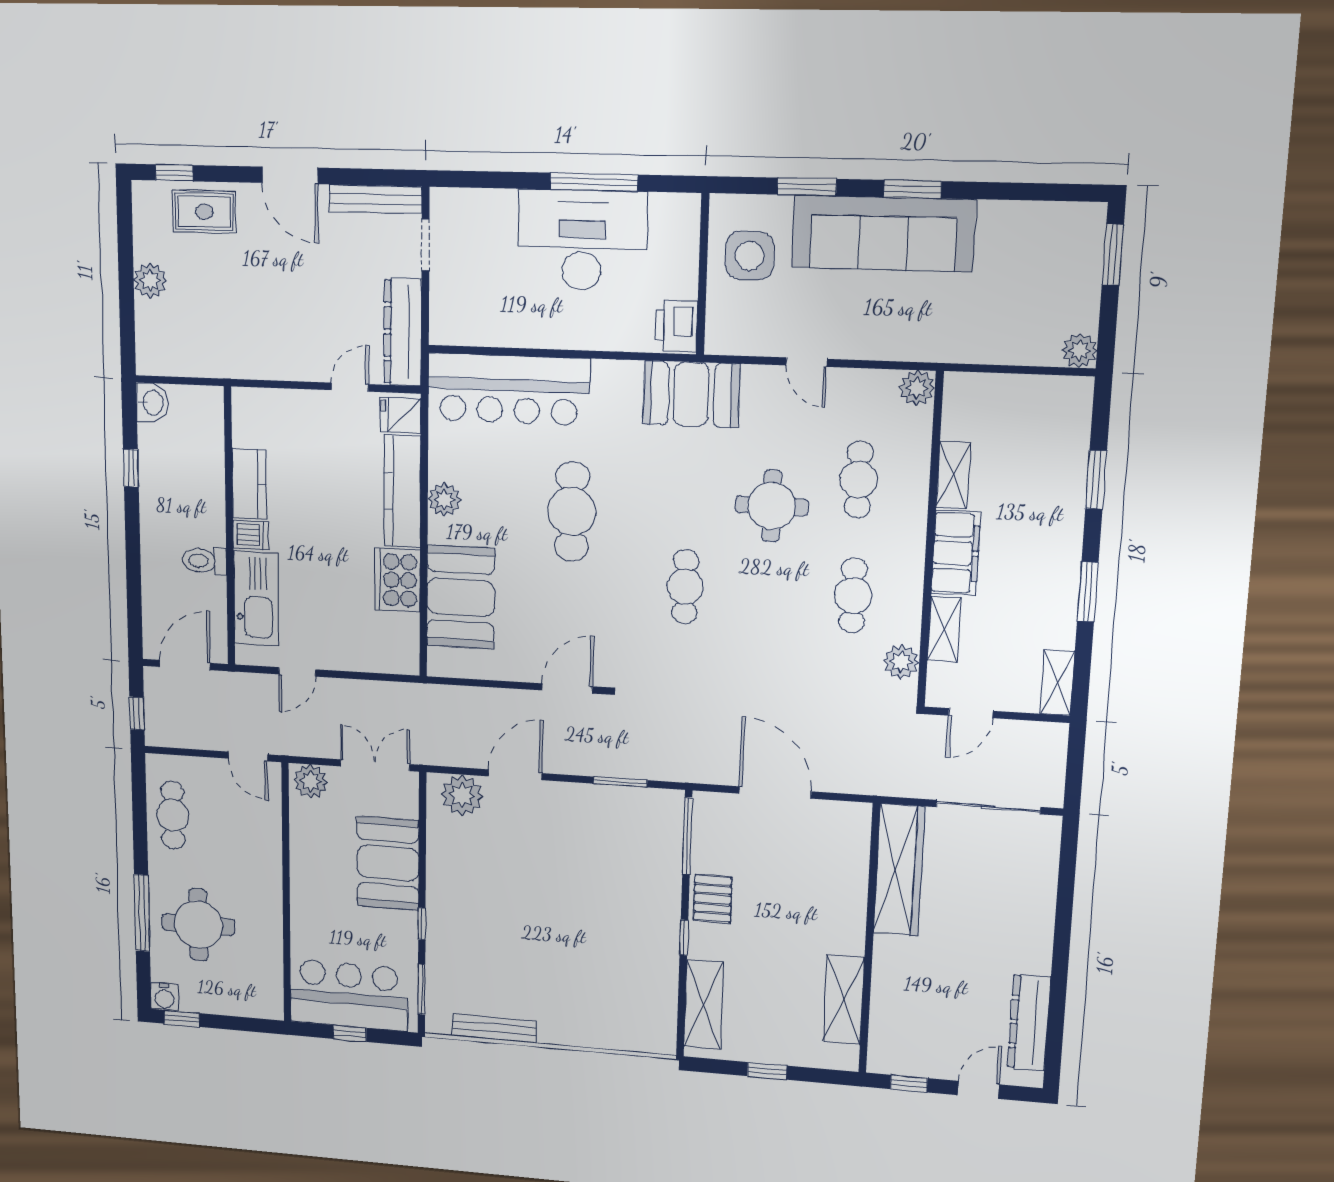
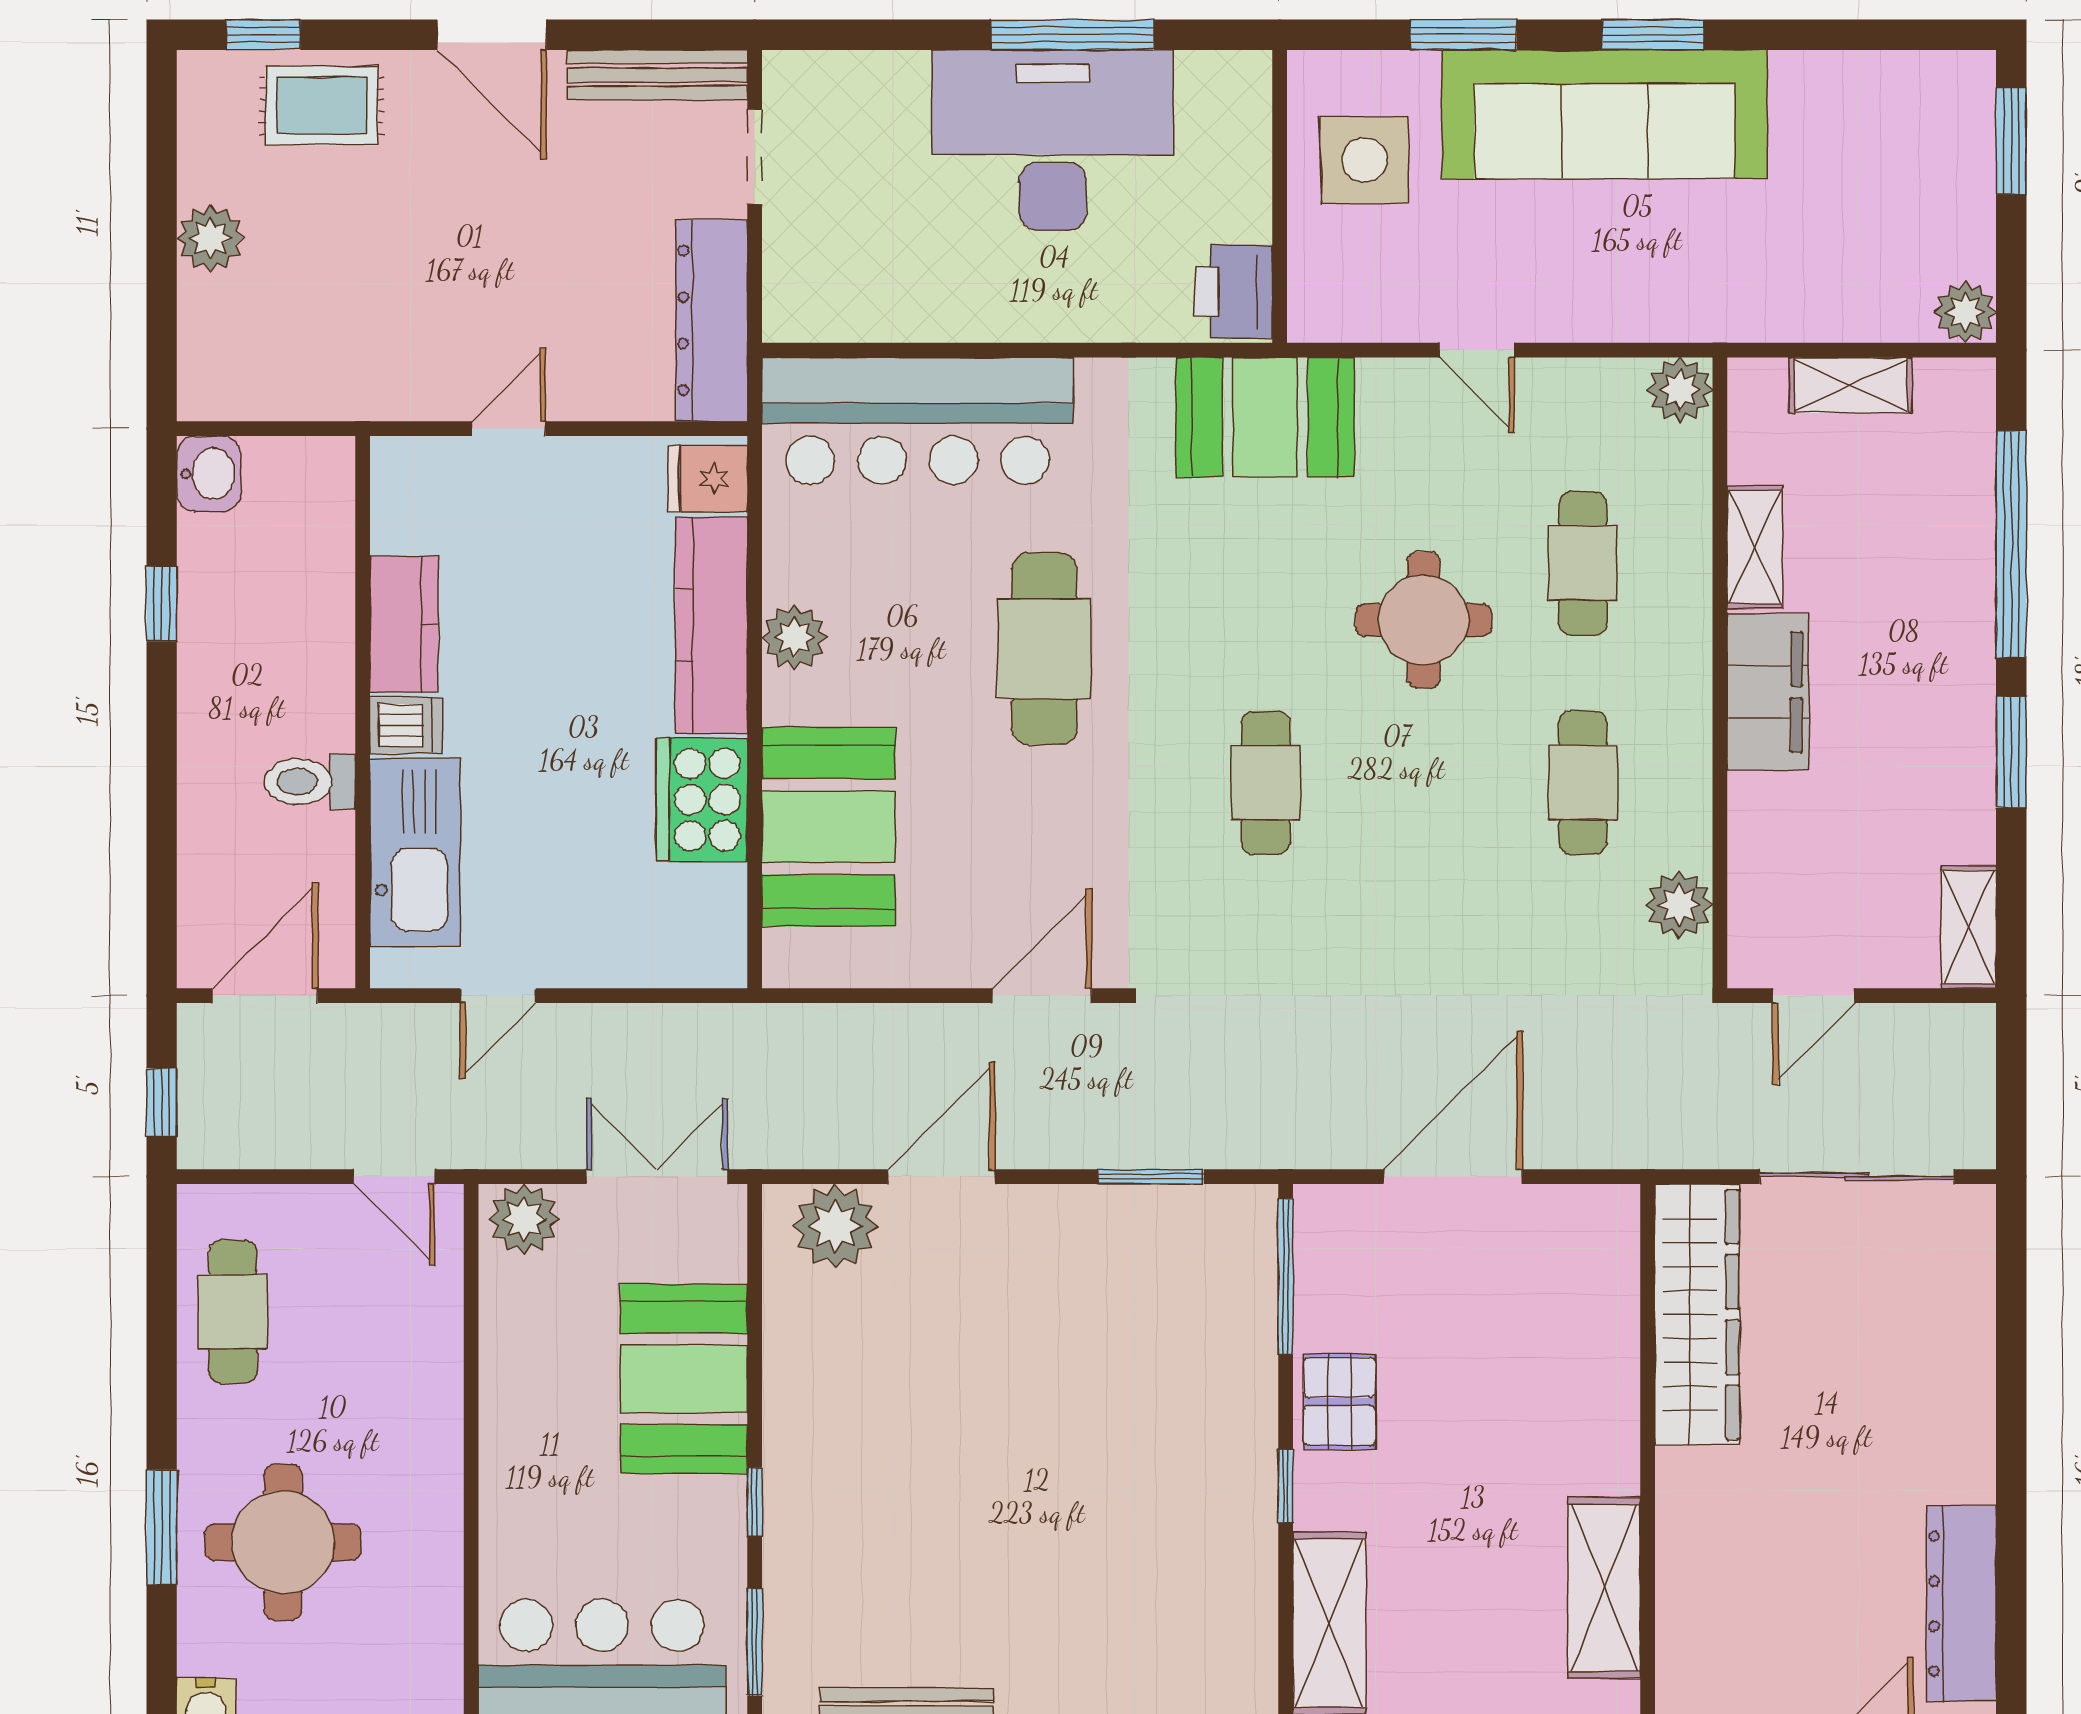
door: (350, 387) -> (509, 429), moved
window: (1096, 480) -> (2011, 544), width x2.11
shelving: (944, 629) -> (1850, 385), moved, turned 90
door: (775, 792) -> (1453, 1177), hinge flipped
window: (142, 913) -> (162, 1527), width x0.69

